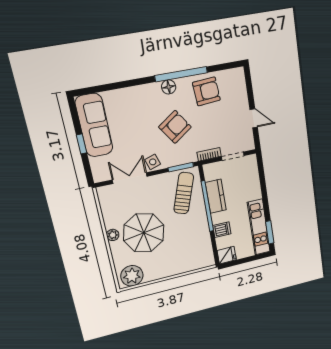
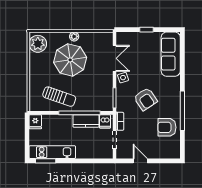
floor lamp: (169, 87) -> (175, 100), removed
armchair: (206, 91) -> (167, 127), turned 94
door: (254, 118) -> (140, 161), swing flipped
sofa: (94, 125) -> (171, 54), moved, turned 90
sun lounger: (184, 193) -> (59, 97), moved
dishwasher: (222, 230) -> (105, 121), moved

